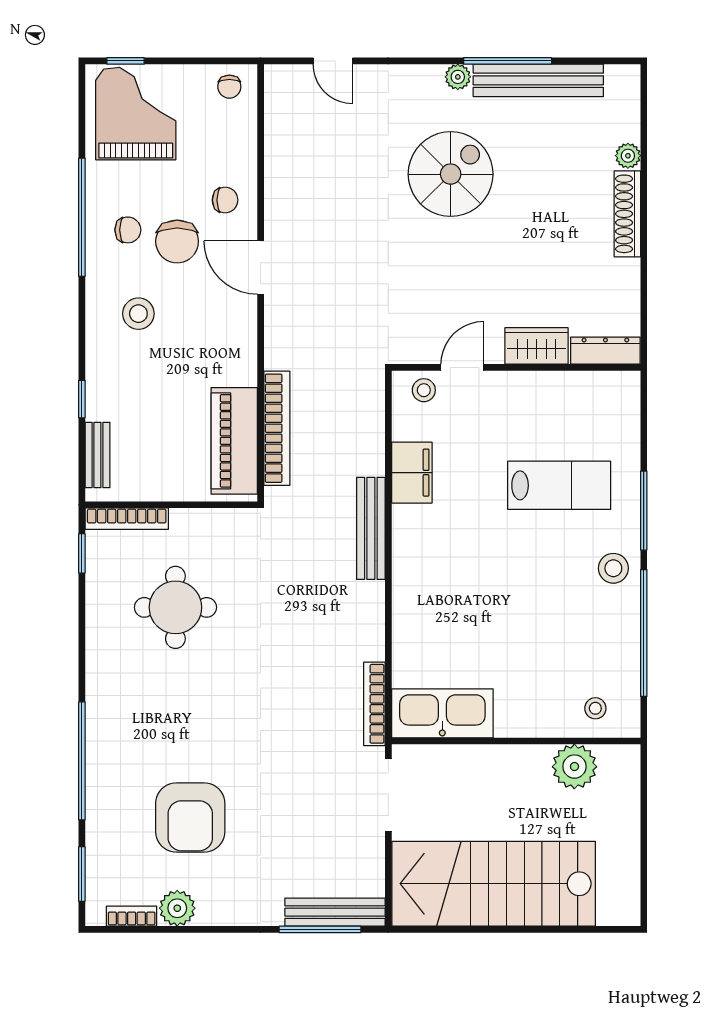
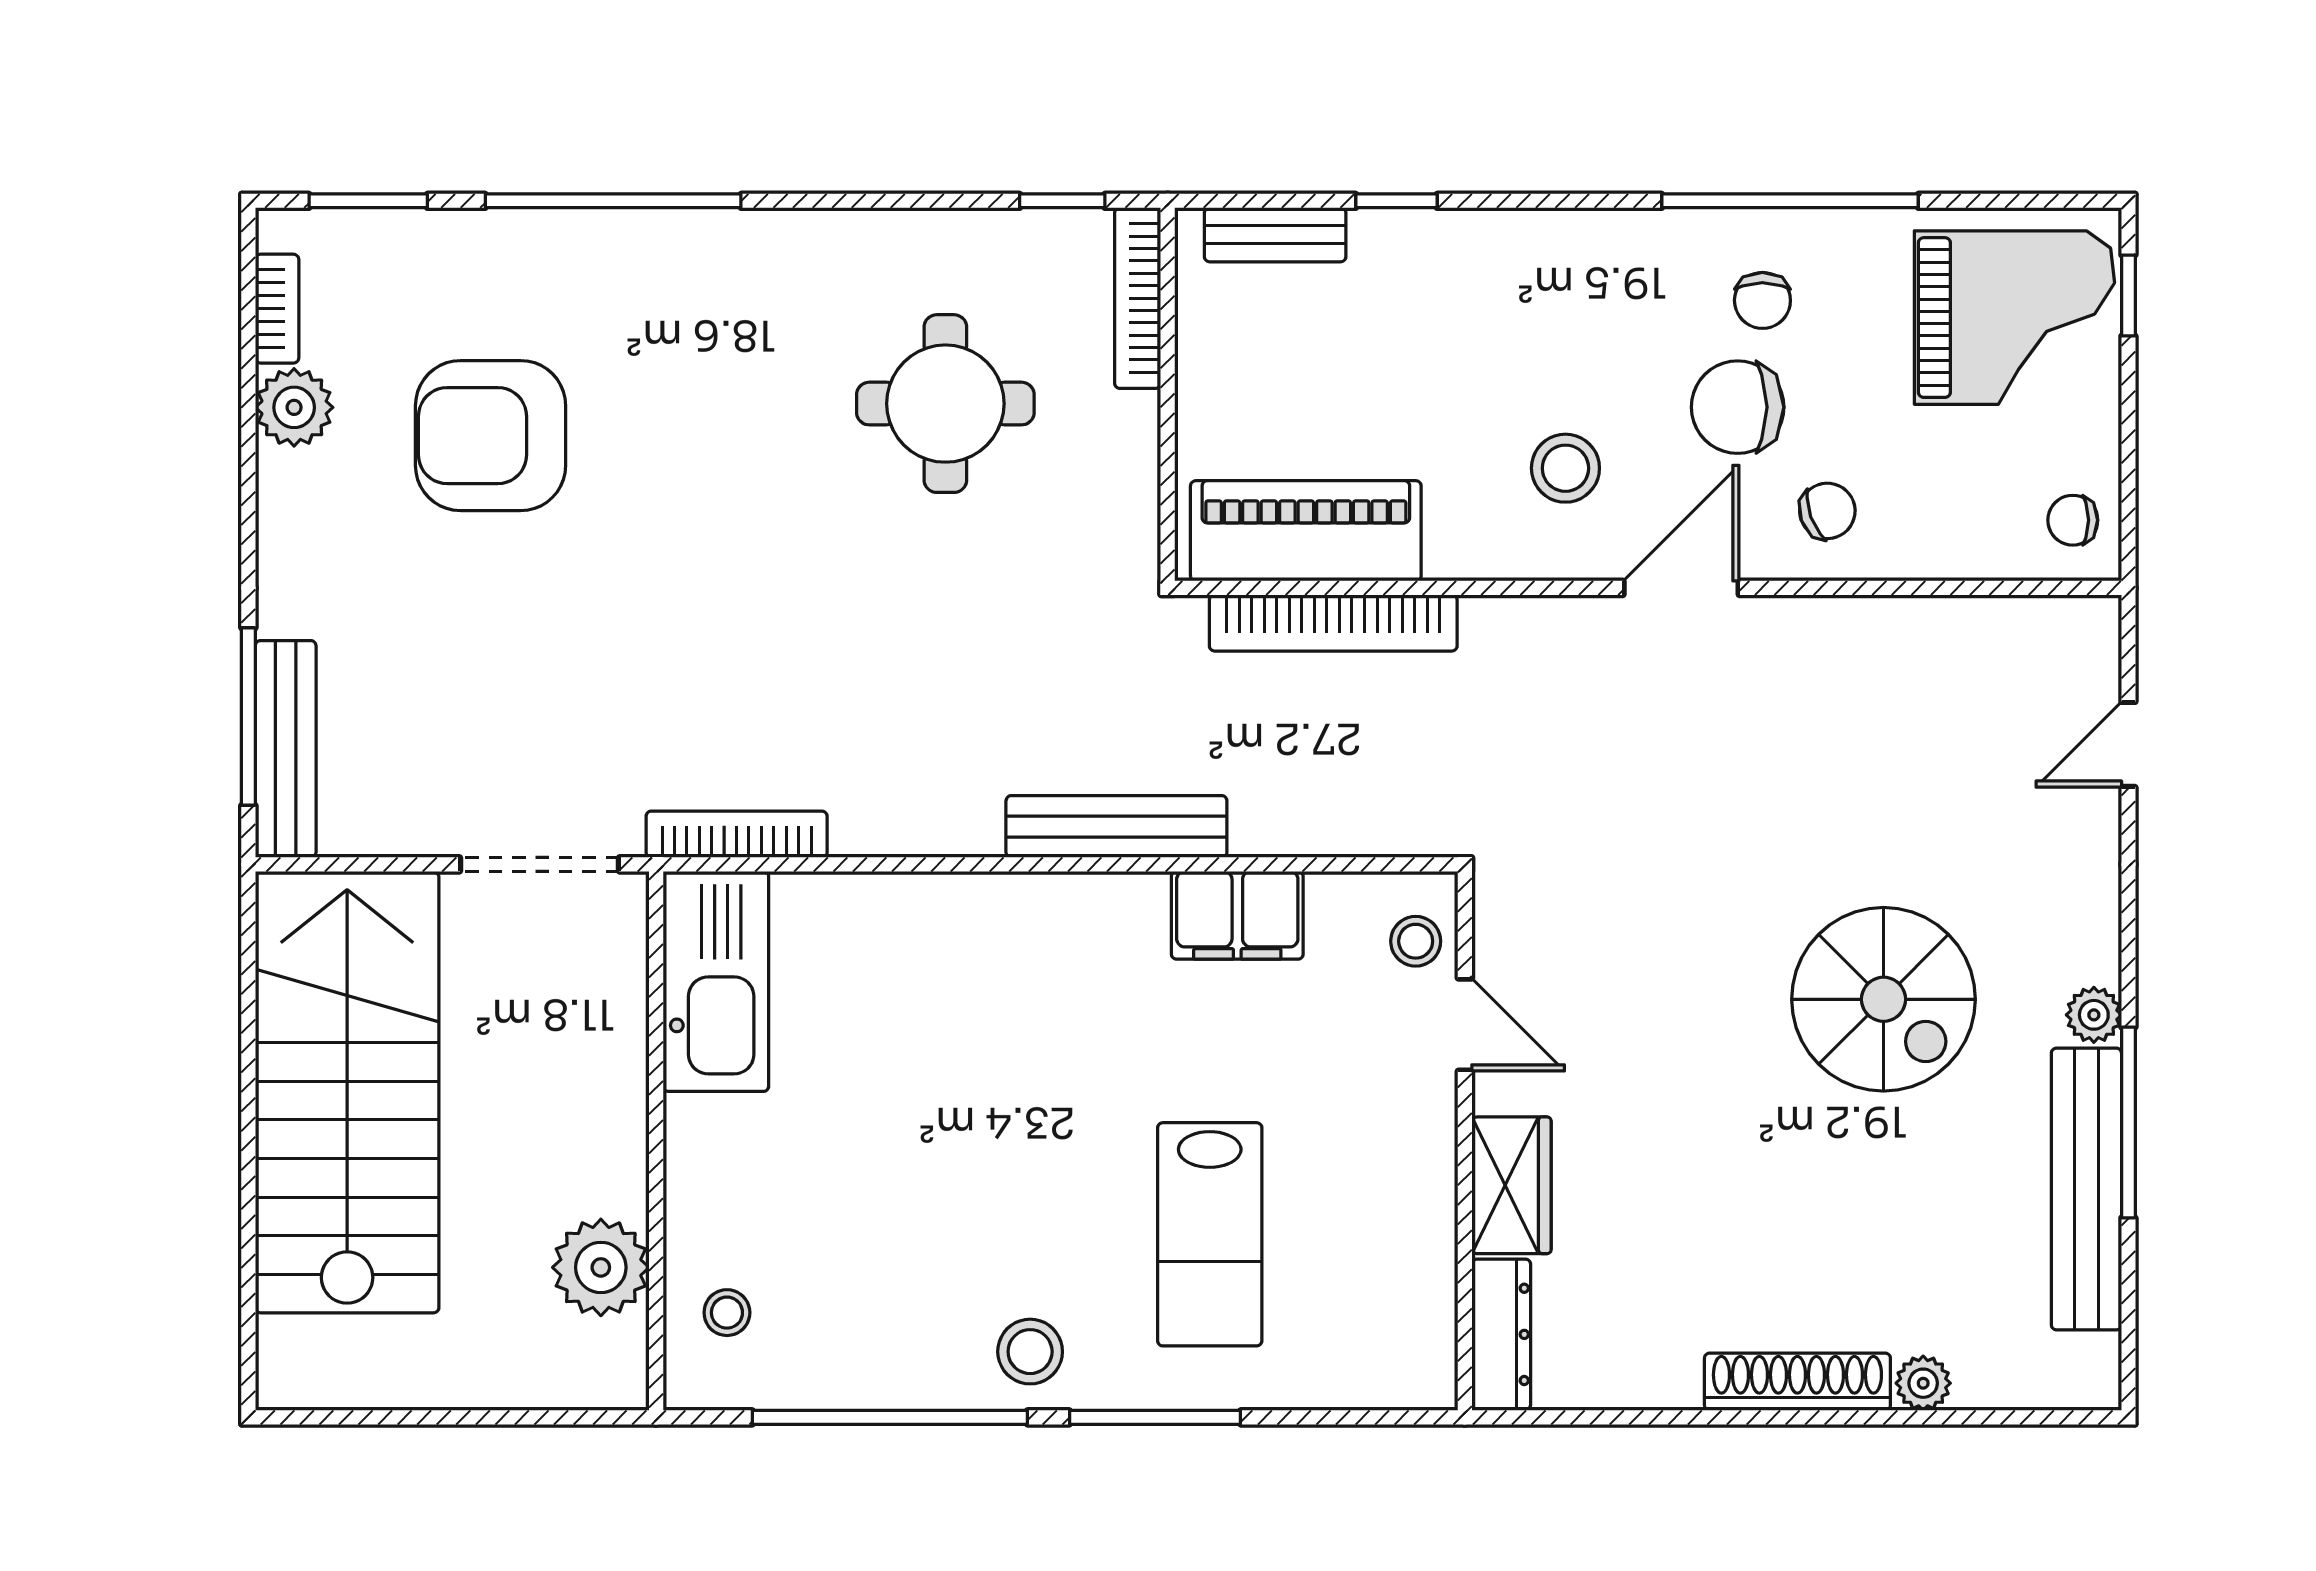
chair: (225, 200) -> (1827, 511), turned -110
stool: (138, 314) -> (1565, 468), moved

